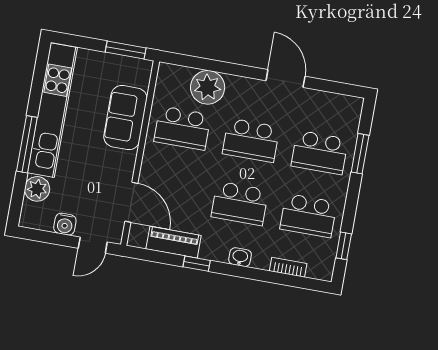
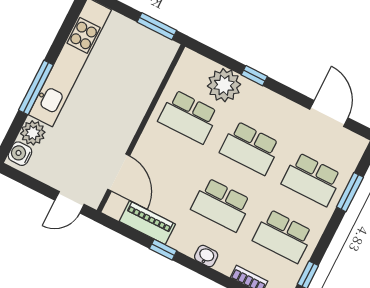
window: (234, 69) -> (254, 76), added
door: (286, 78) -> (329, 113), moved
sofa: (125, 118) -> (137, 90), removed
water cooler: (65, 224) -> (20, 154), moved, turned 90

